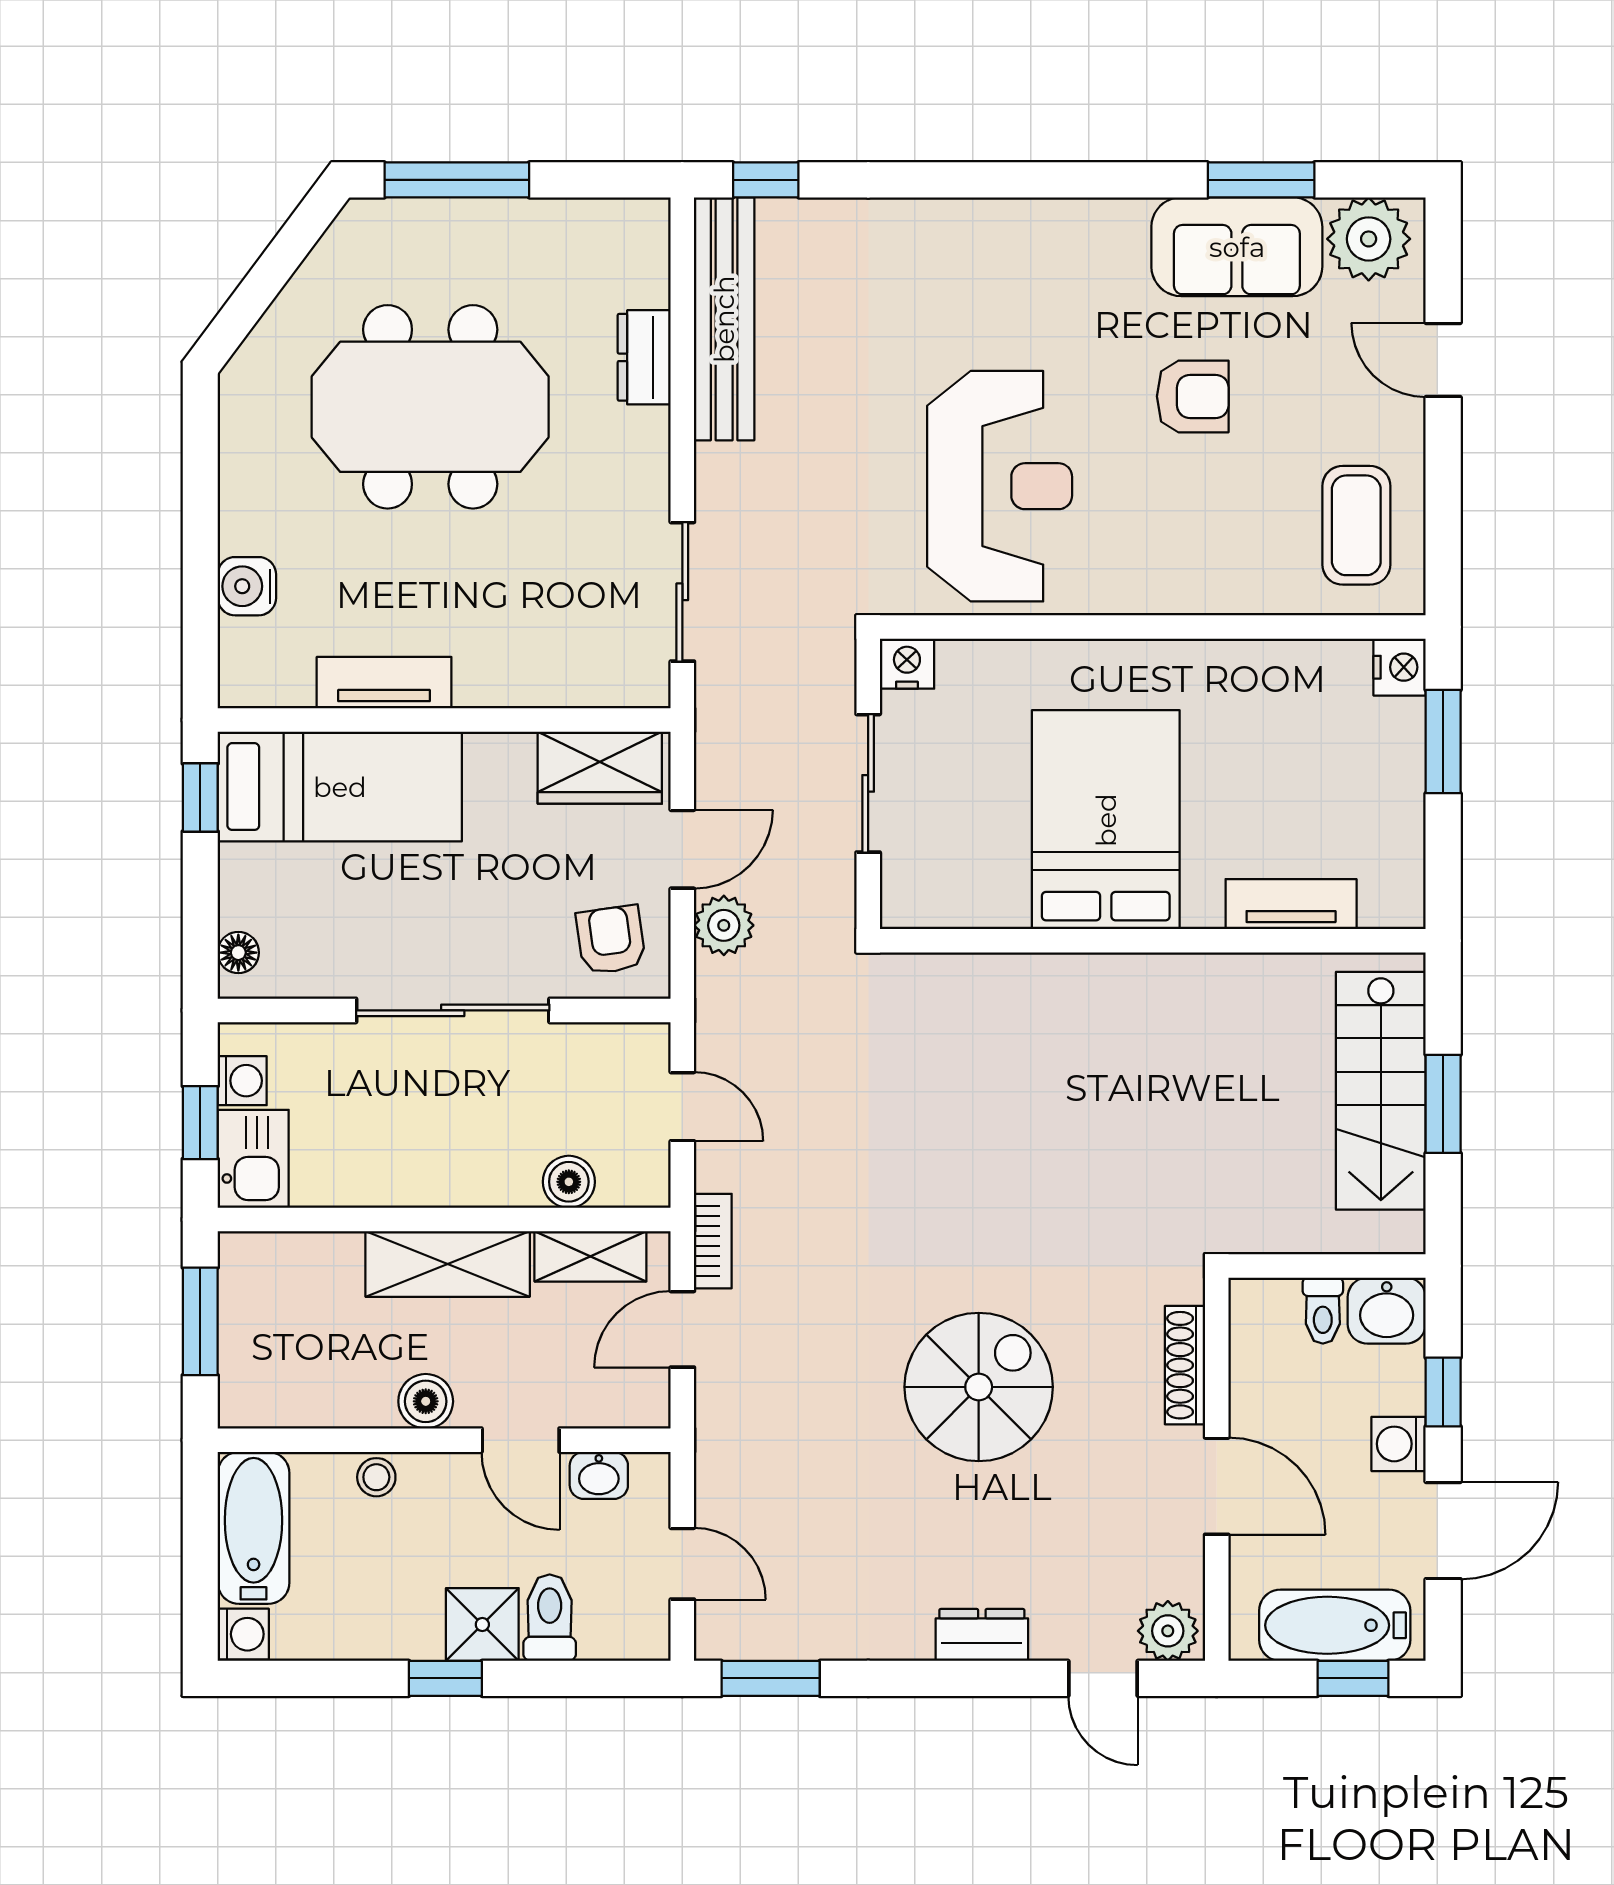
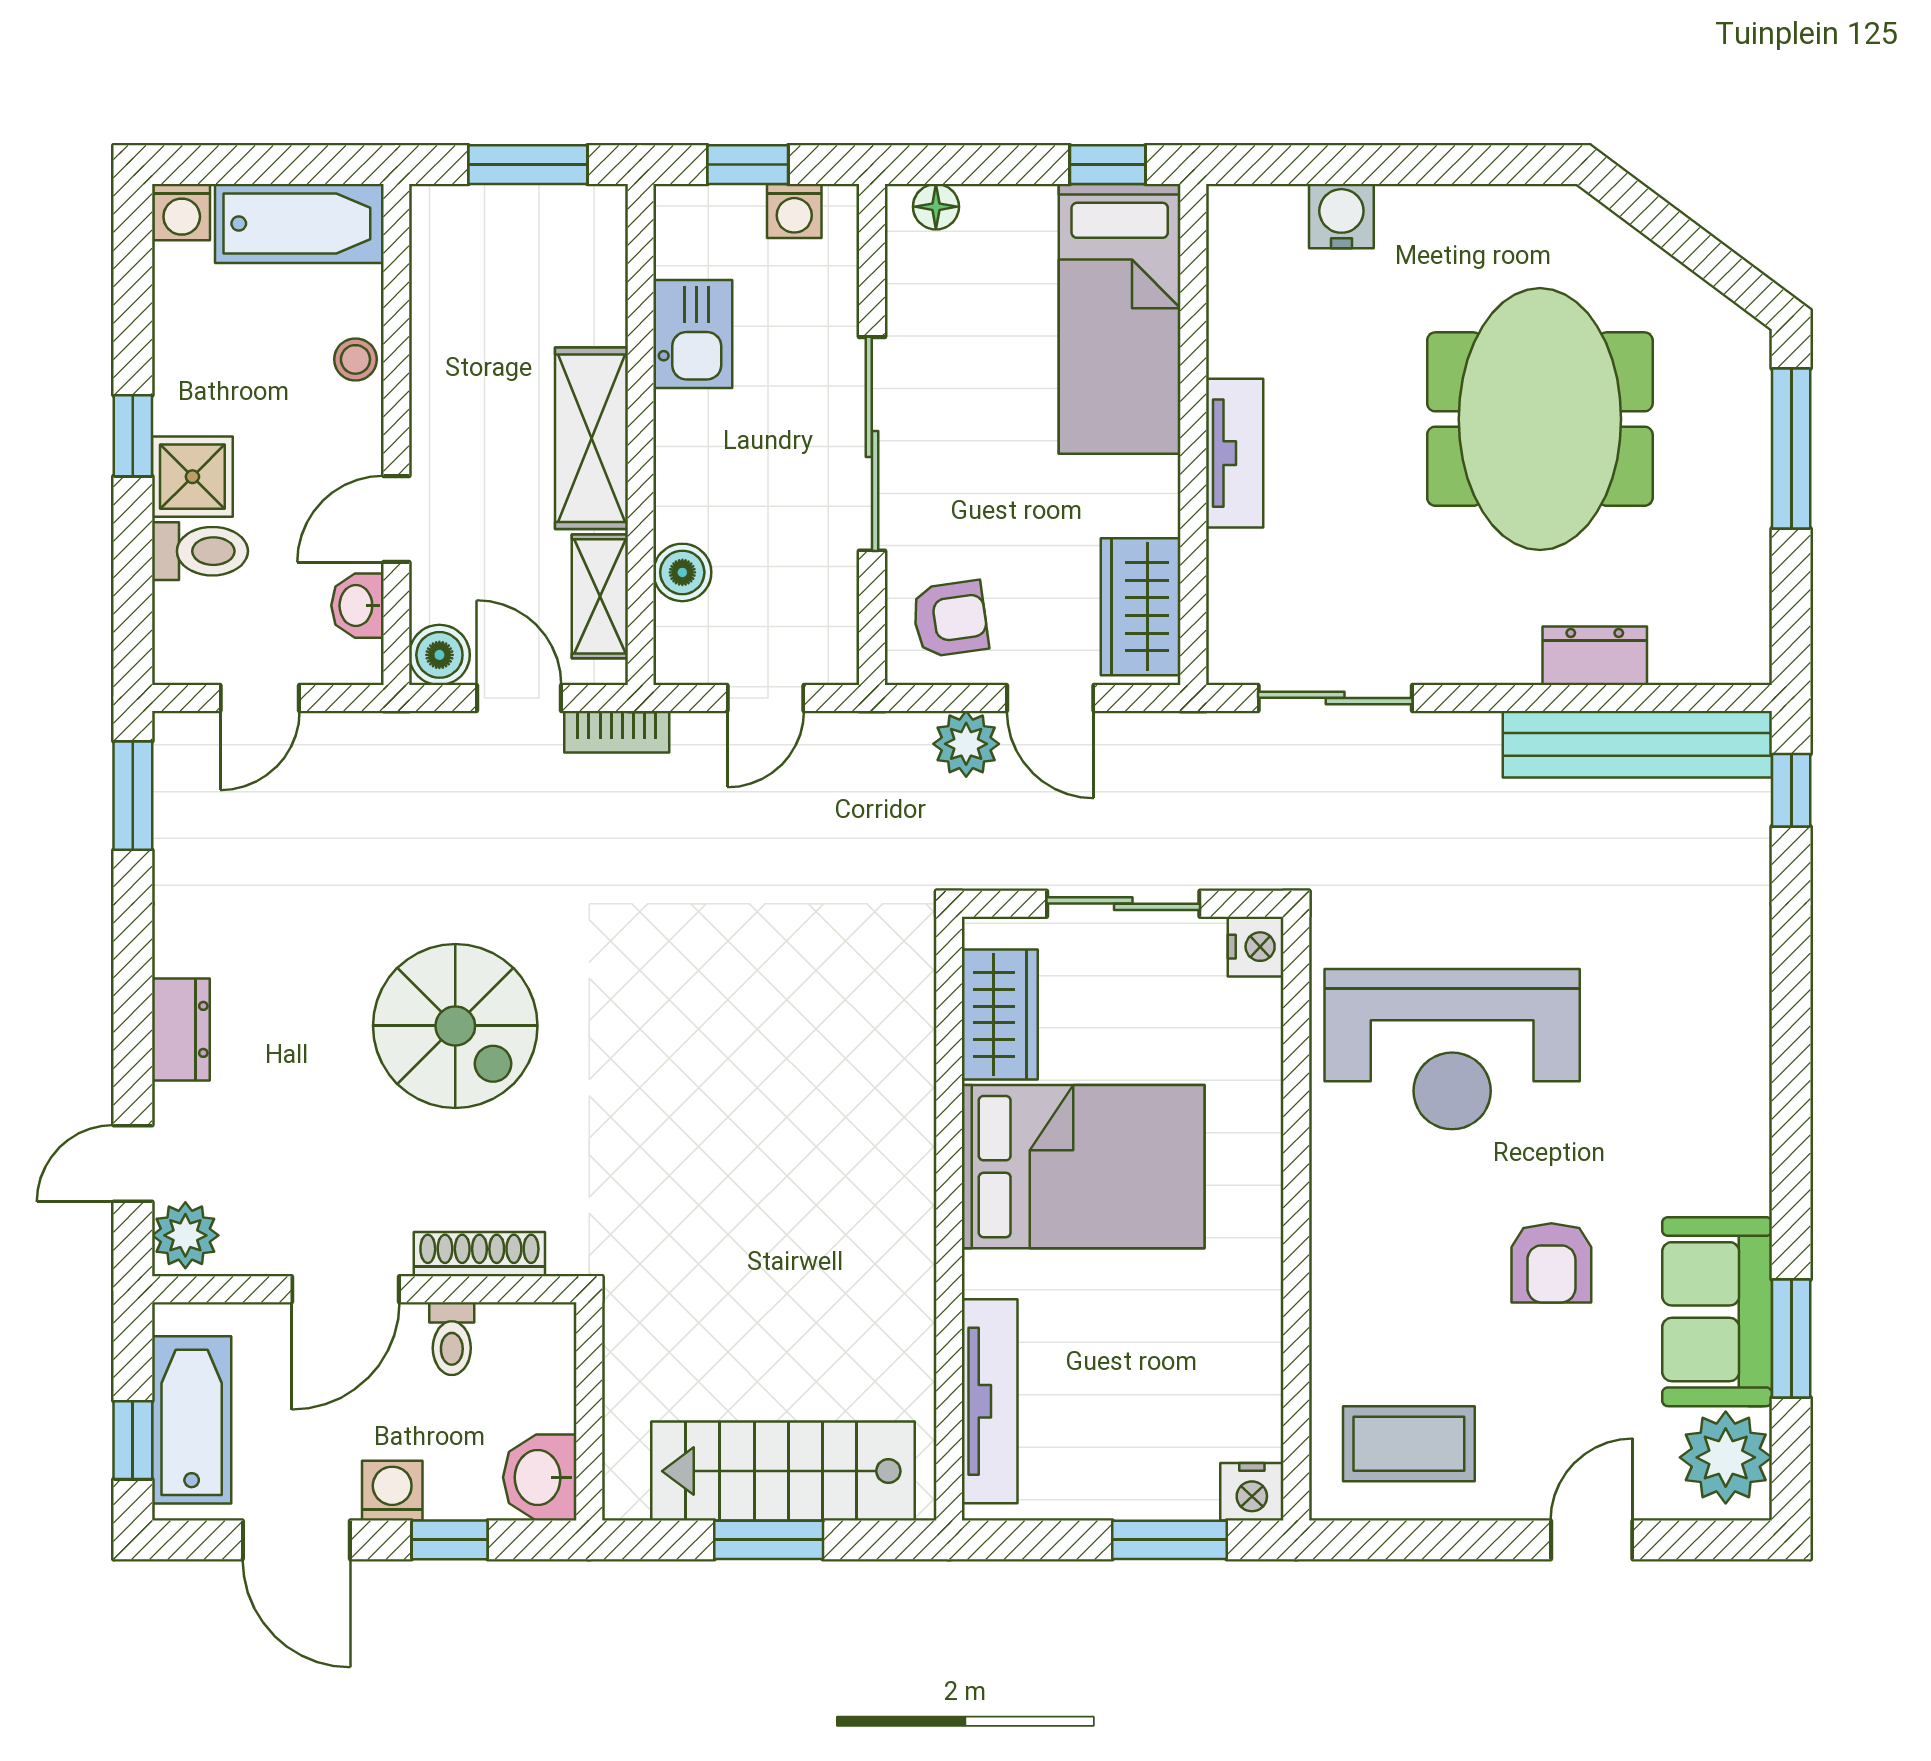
tv unit: (384, 683) -> (1235, 453), moved
wardrobe: (968, 895) -> (1000, 1015), added
tv unit: (1291, 904) -> (990, 1401), width x1.41
kitchen sink: (253, 1159) -> (693, 334), moved, turned -90
toilet: (1323, 1311) -> (452, 1339), moved, turned -90
boiler: (426, 1401) -> (439, 655), moved

